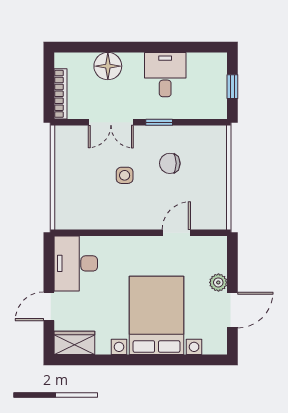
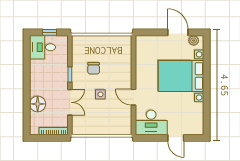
desk: (165, 75) -> (43, 47), moved
door: (176, 233) -> (133, 97), moved
plant: (218, 282) -> (194, 40), moved
wardrobe: (74, 343) -> (197, 123), removed

